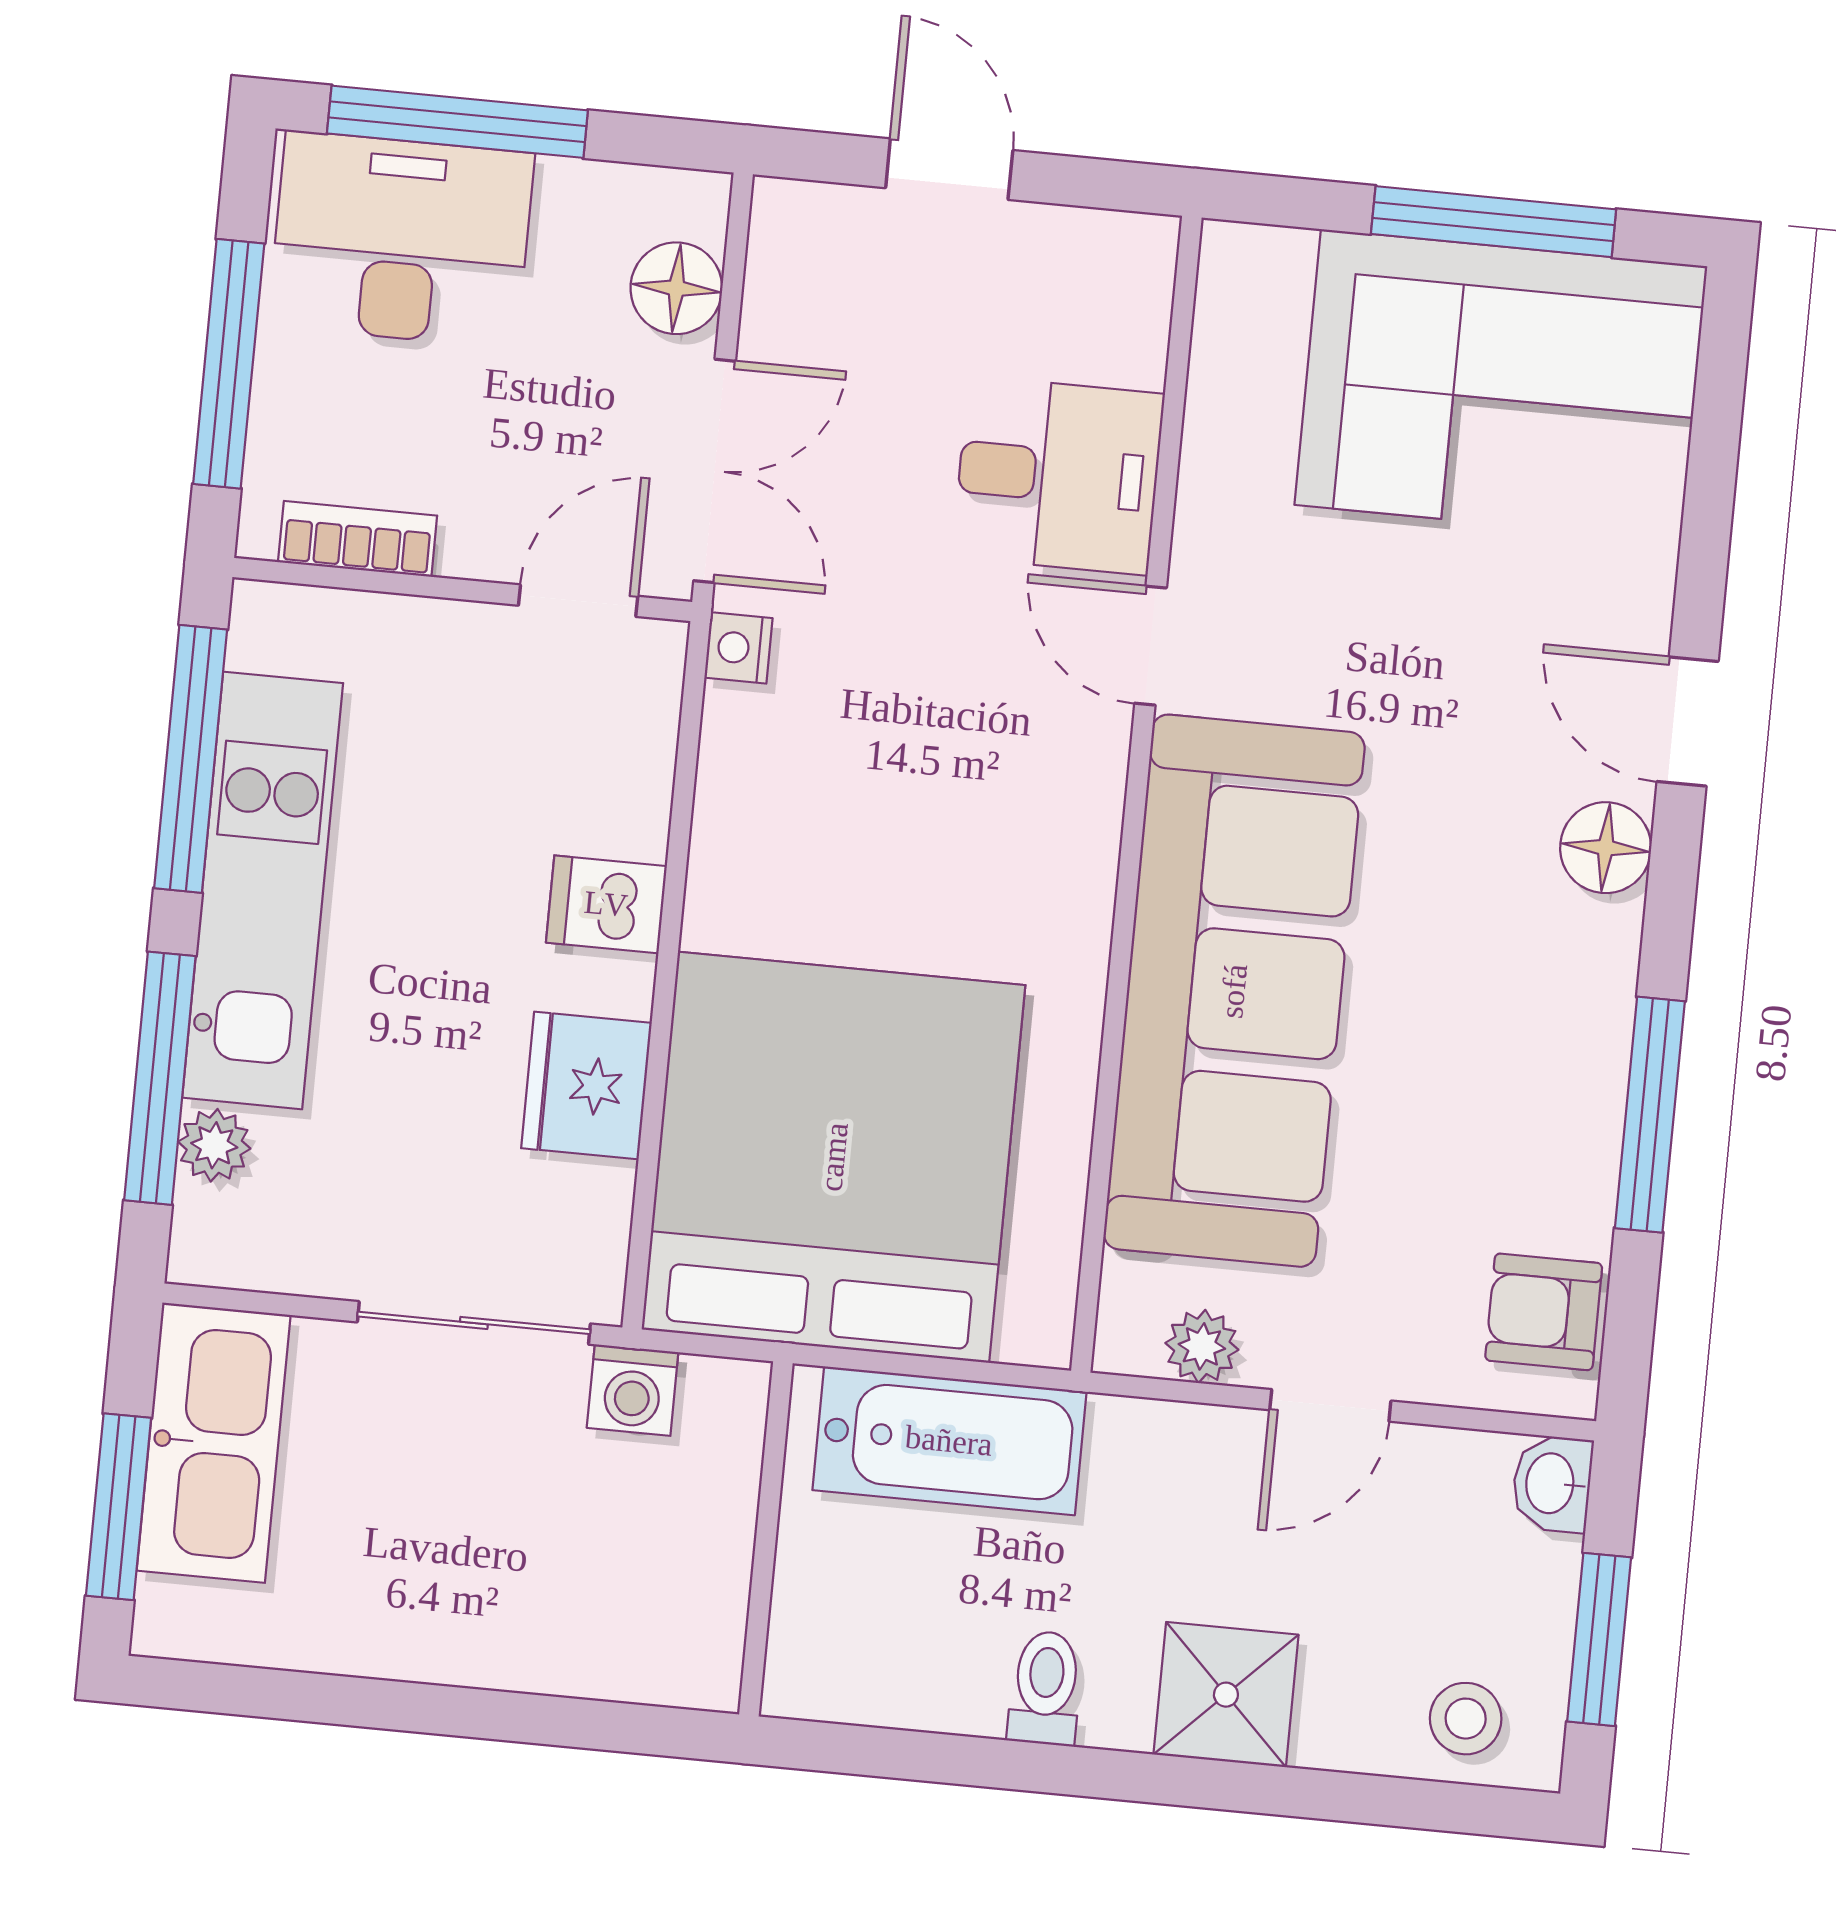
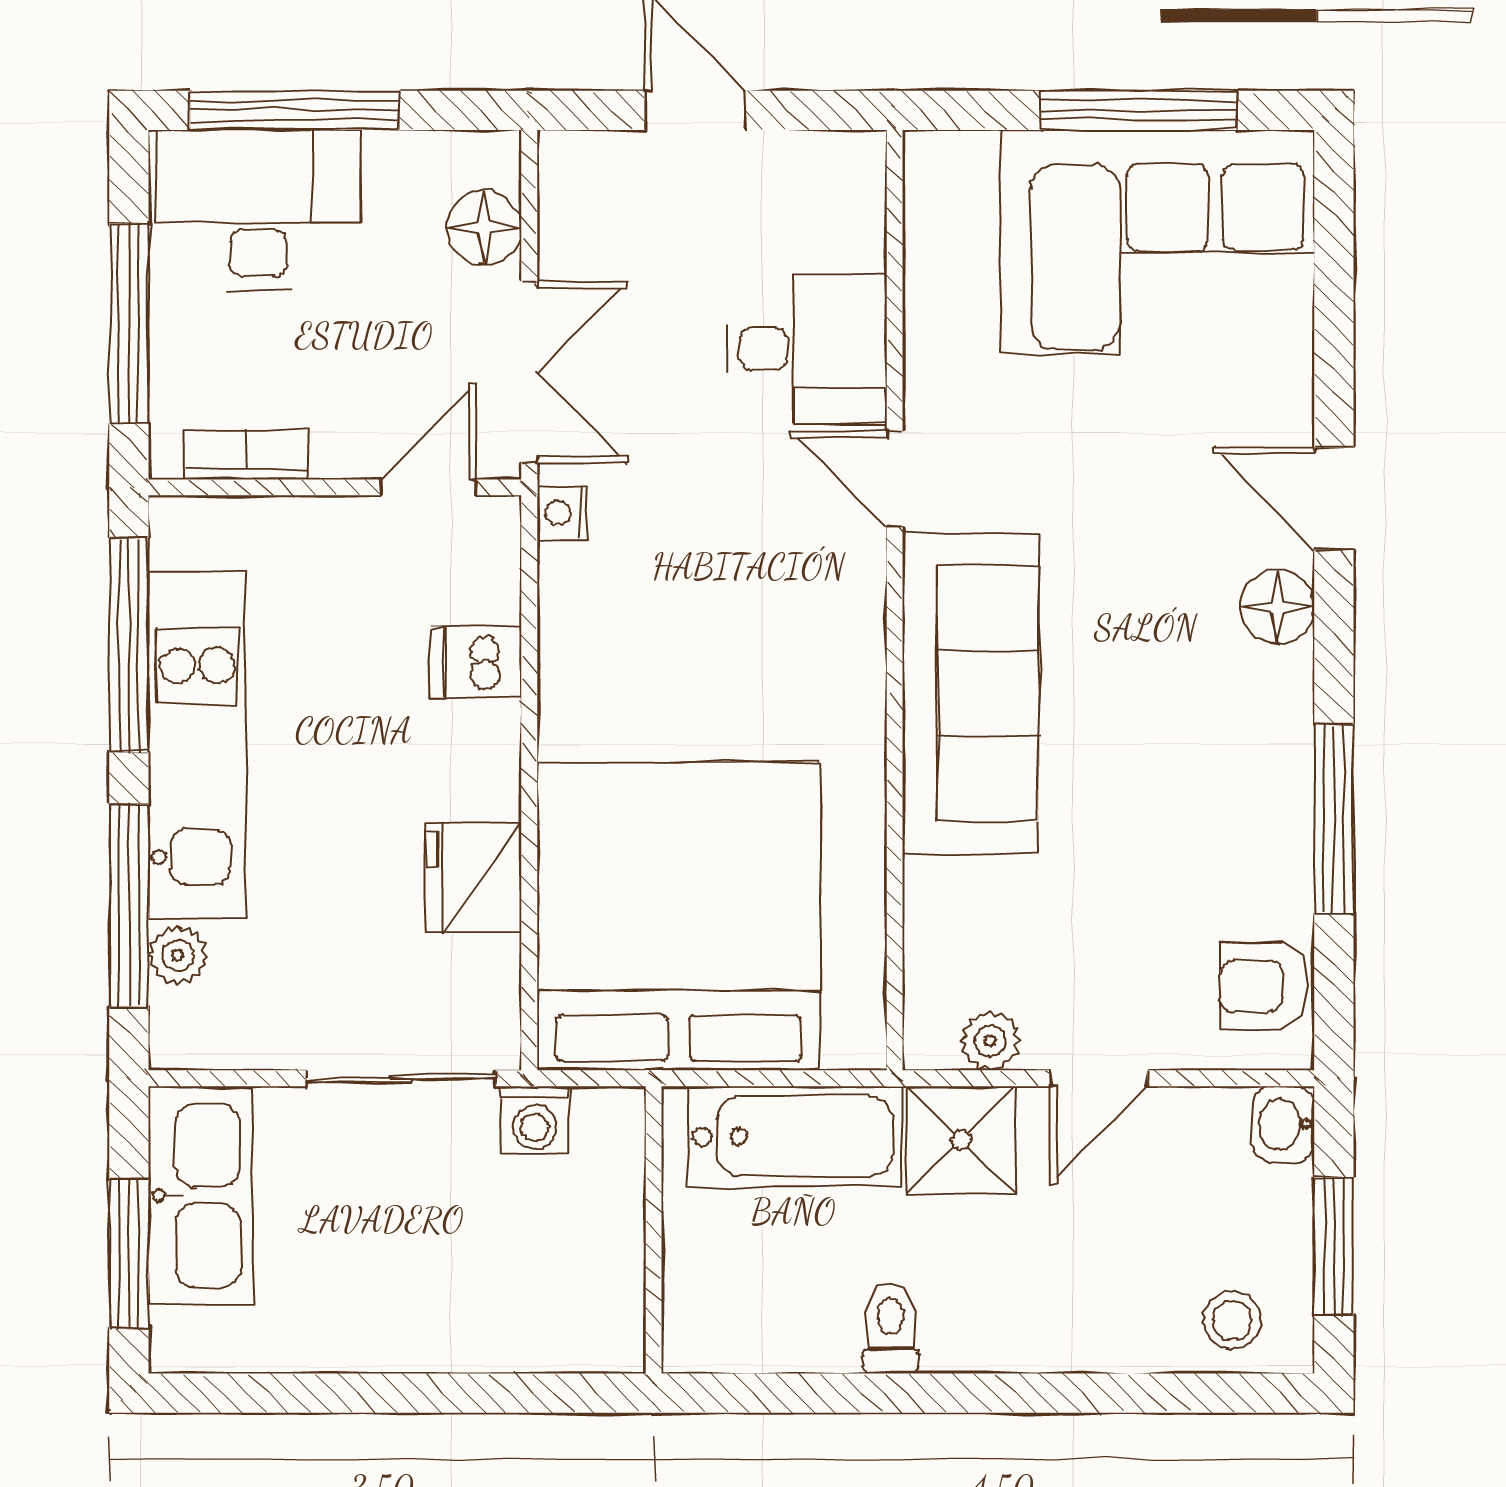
dishwasher: (606, 904) -> (476, 662), moved
sofa: (1234, 991) -> (970, 693), width x0.74, depth x0.79
shower: (1226, 1695) -> (961, 1140), moved

